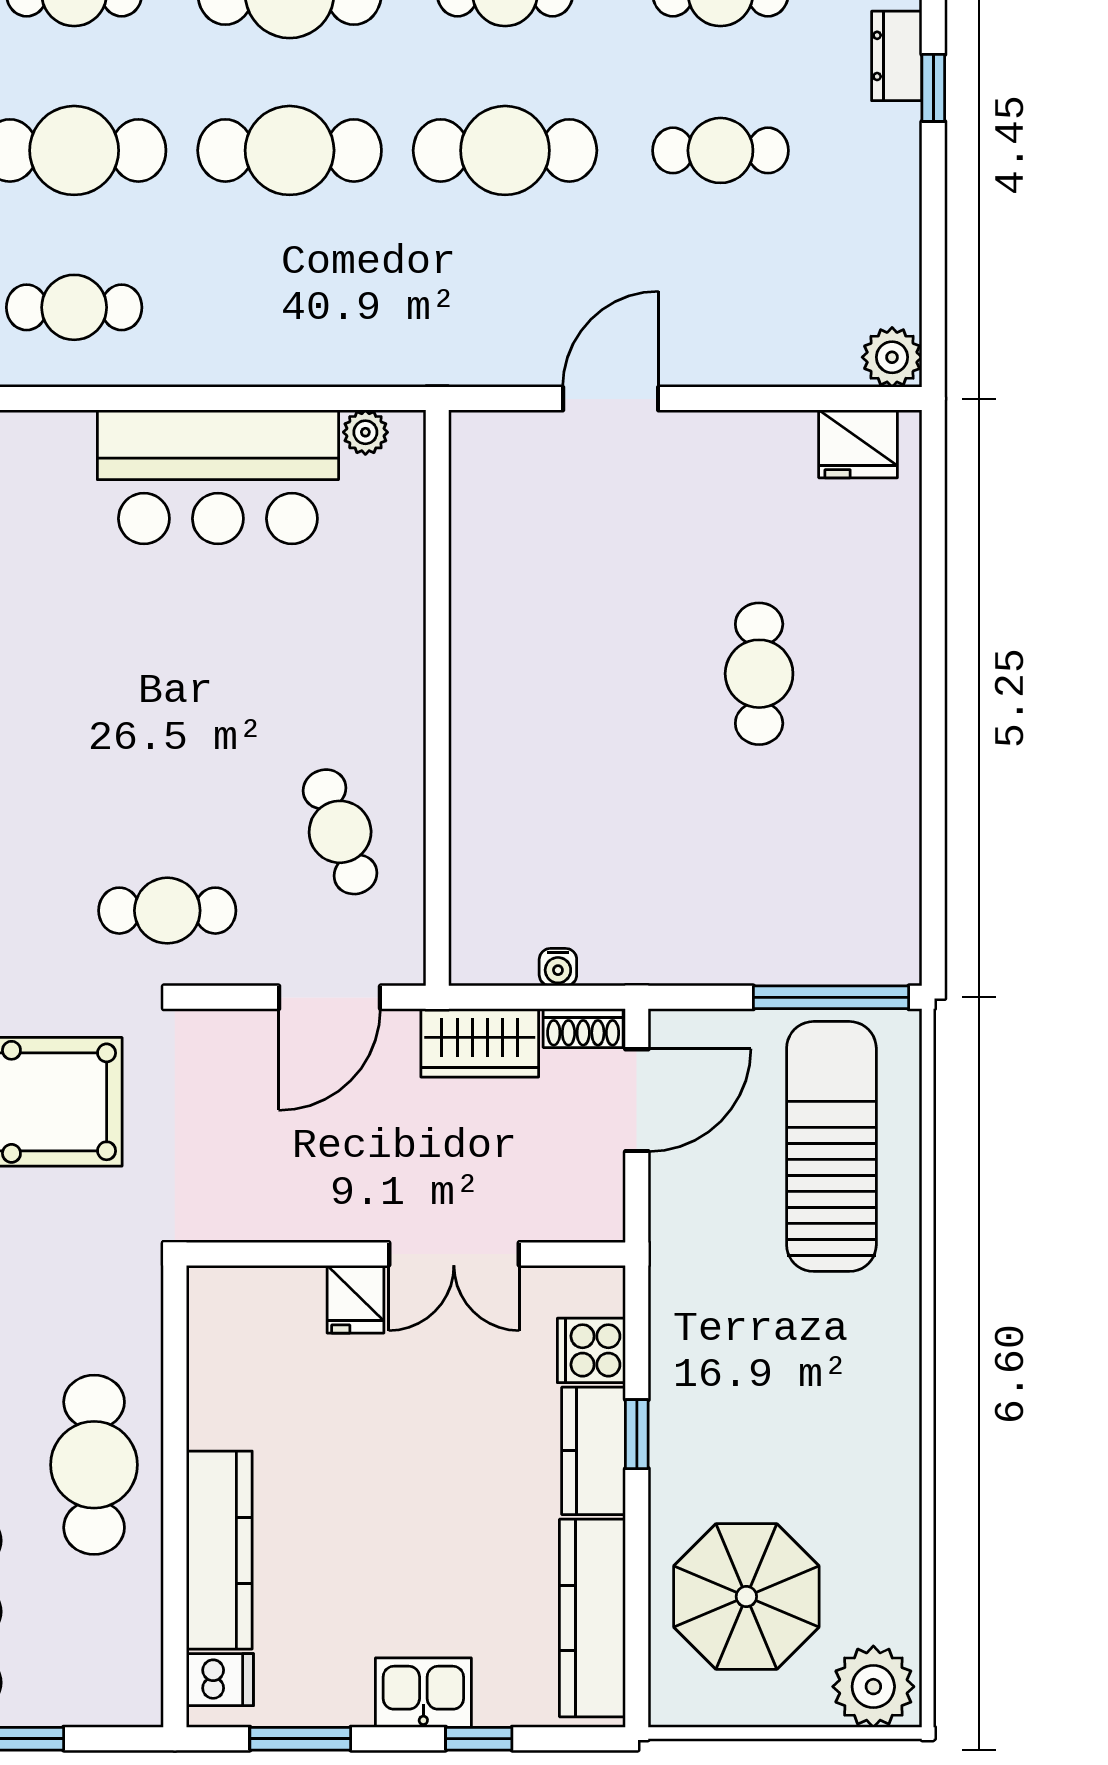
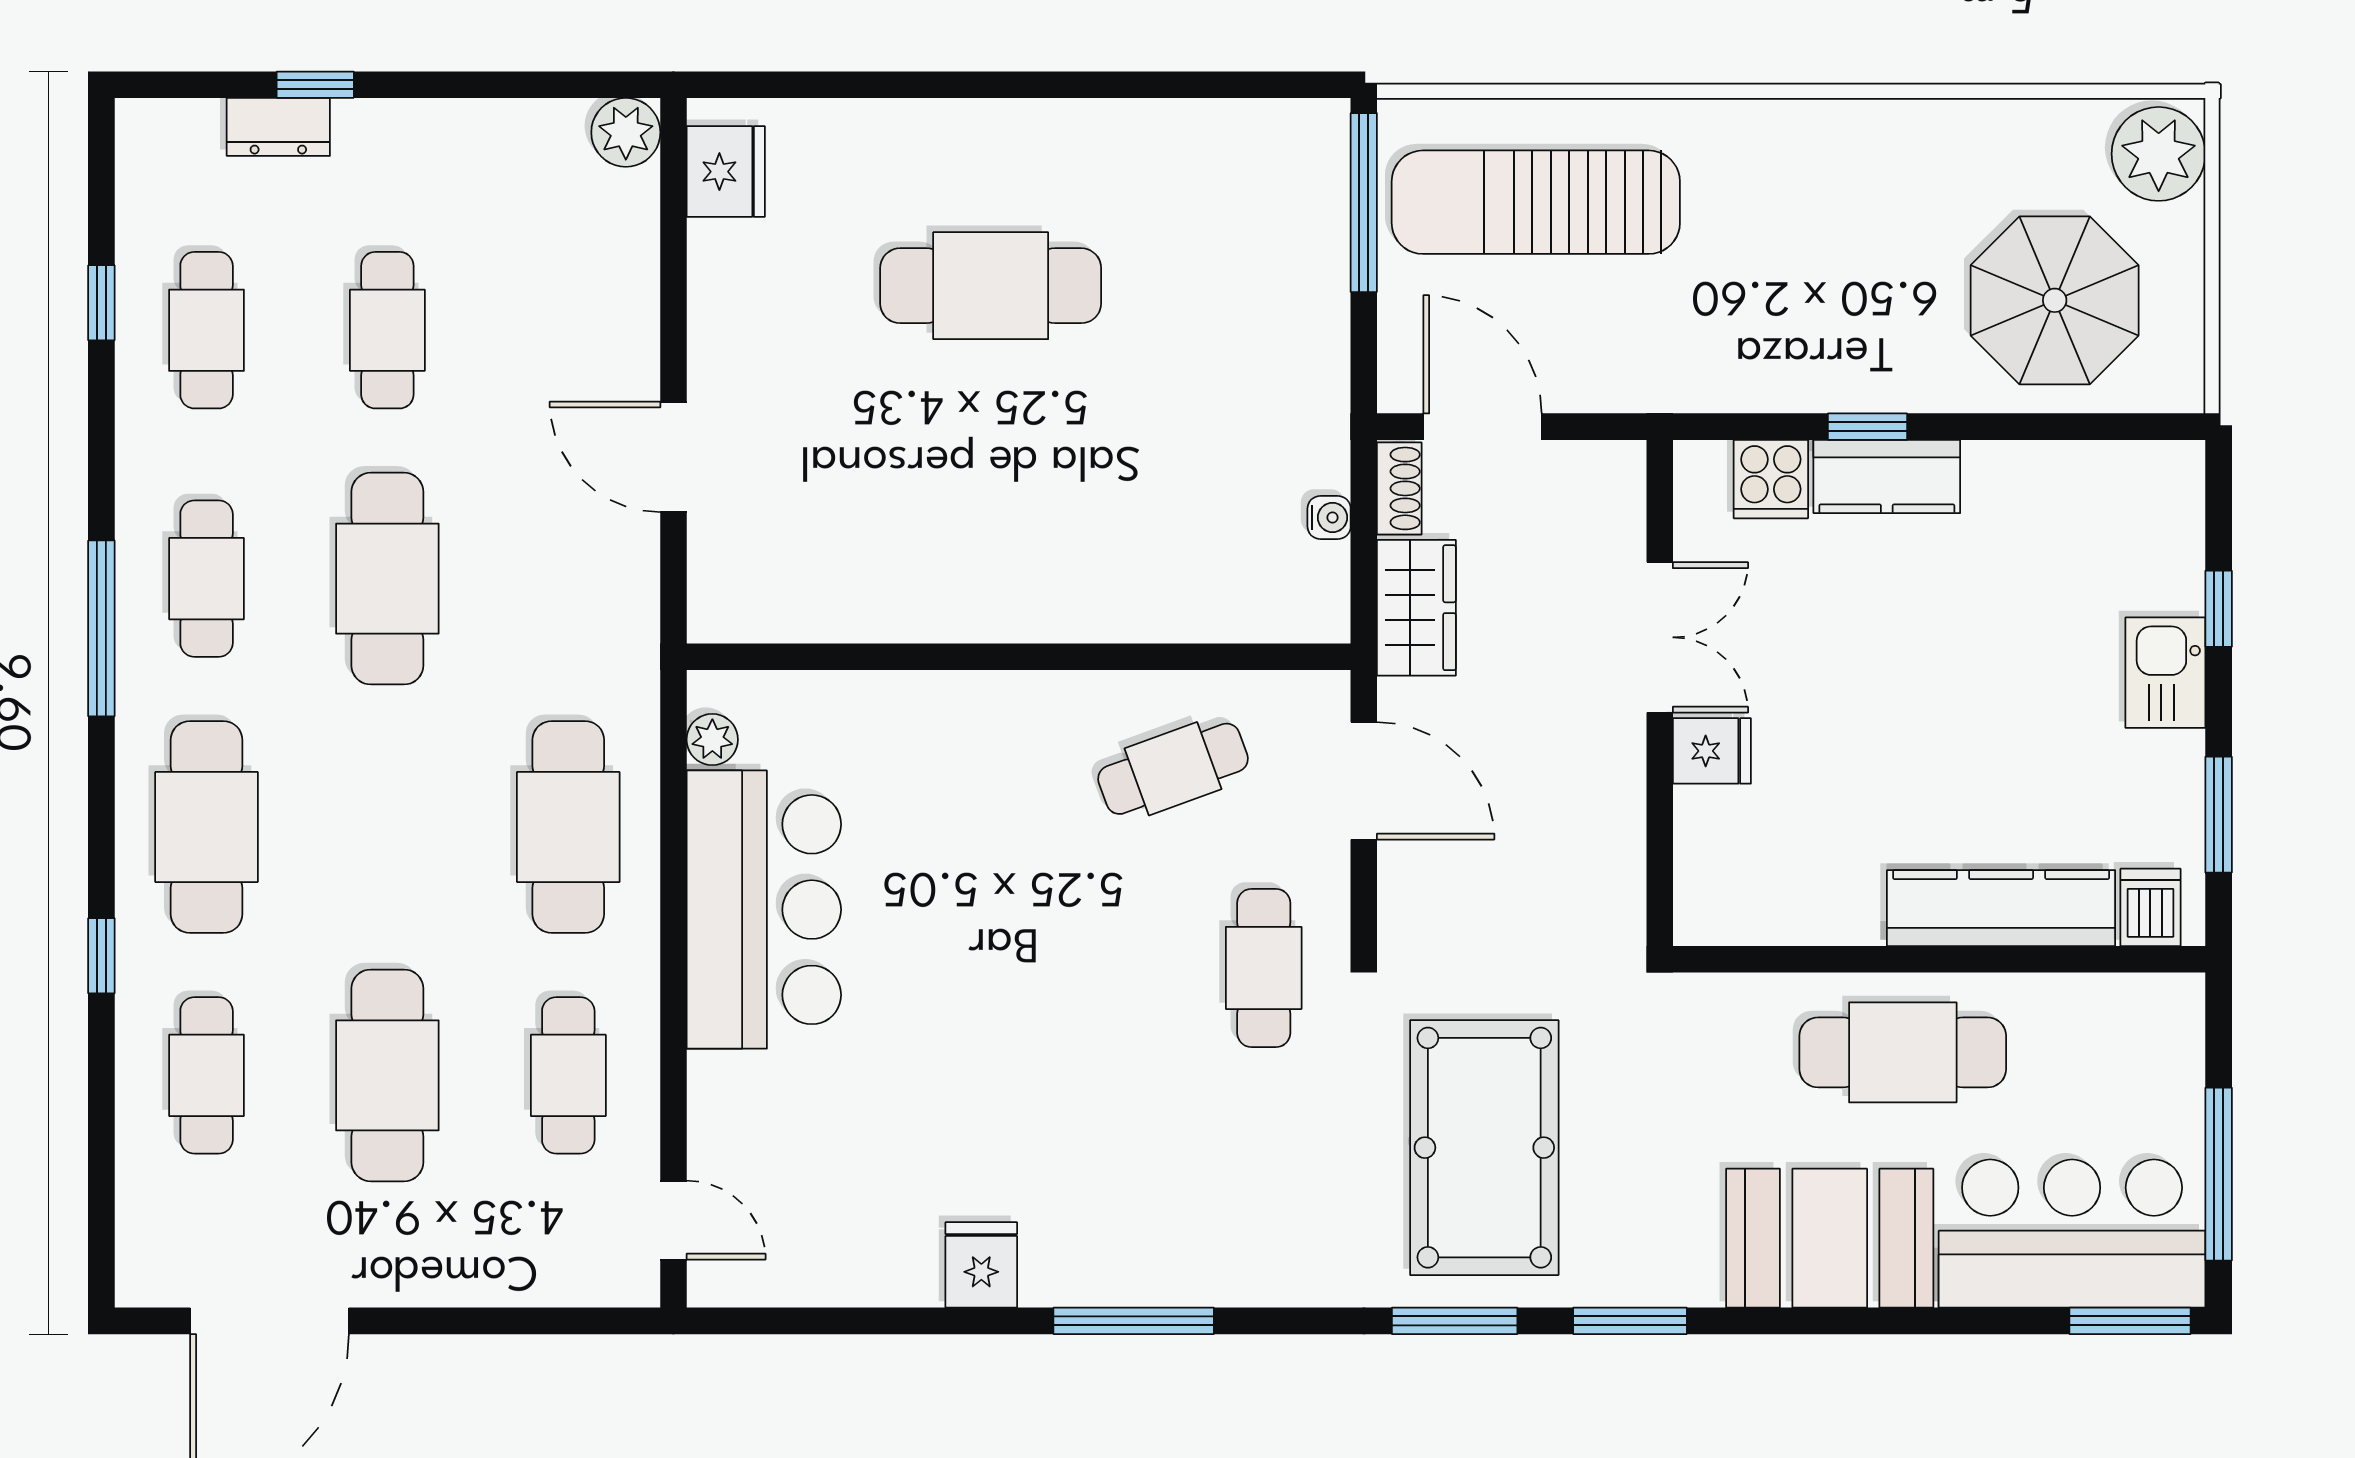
cafe table: (290, 150) -> (568, 827), moved
cafe table: (759, 674) -> (991, 286), width x1.37, depth x1.35
kitchen counter: (592, 1618) -> (2079, 478), removed

